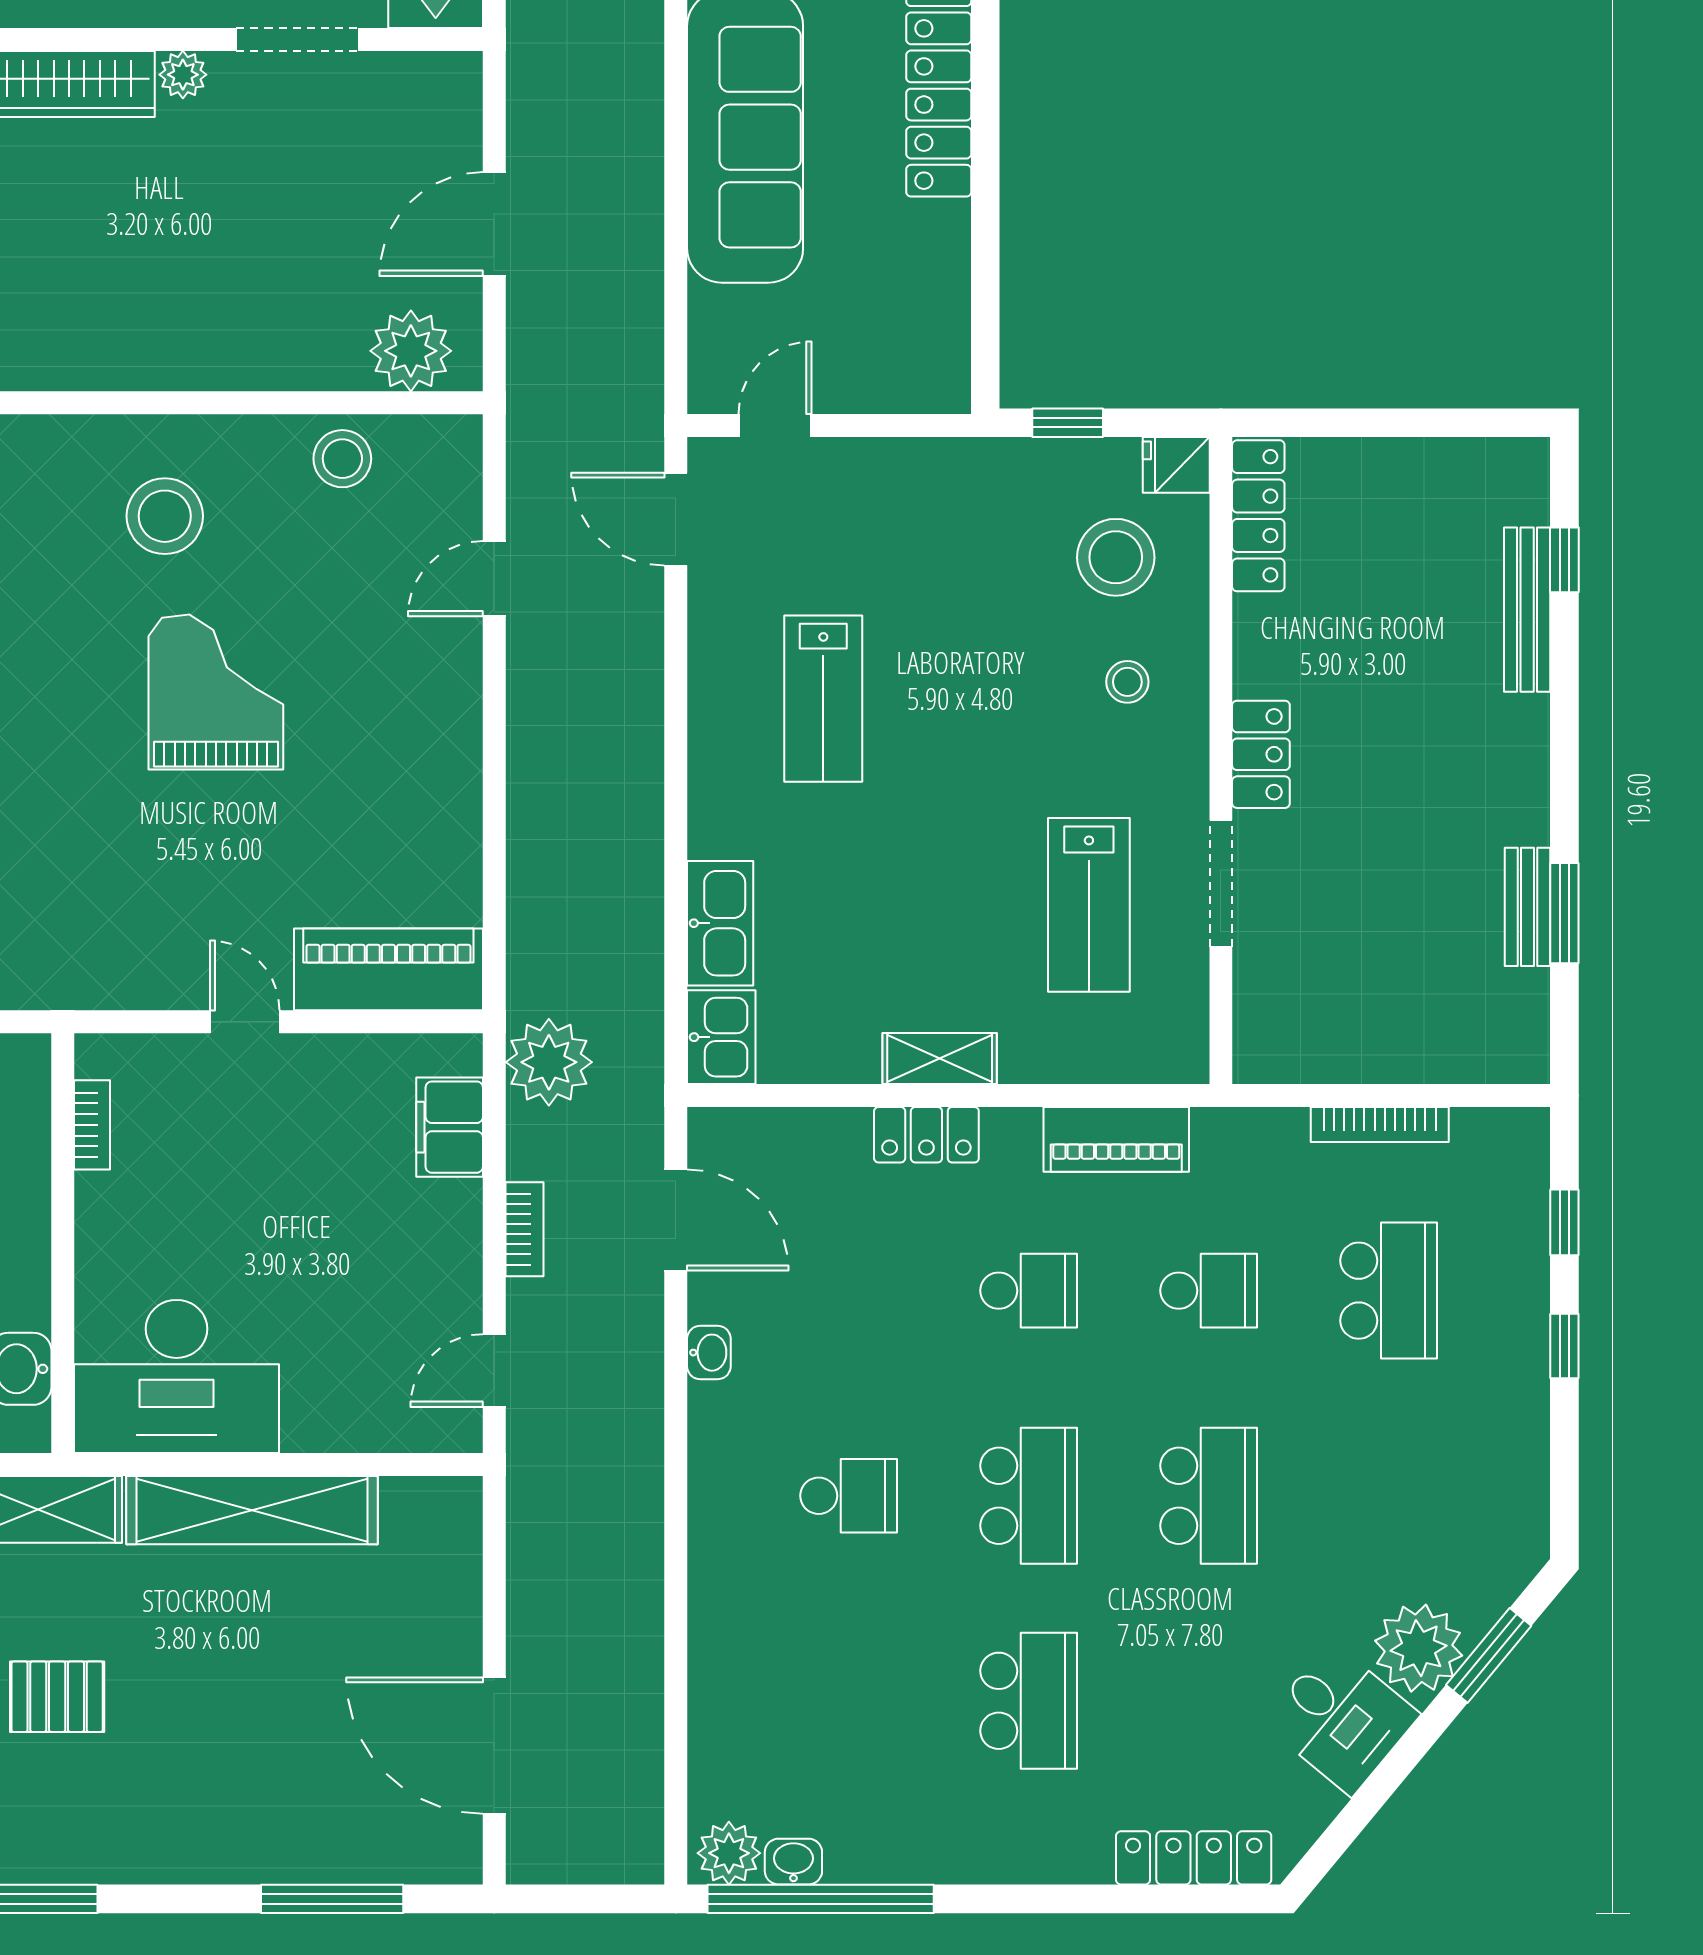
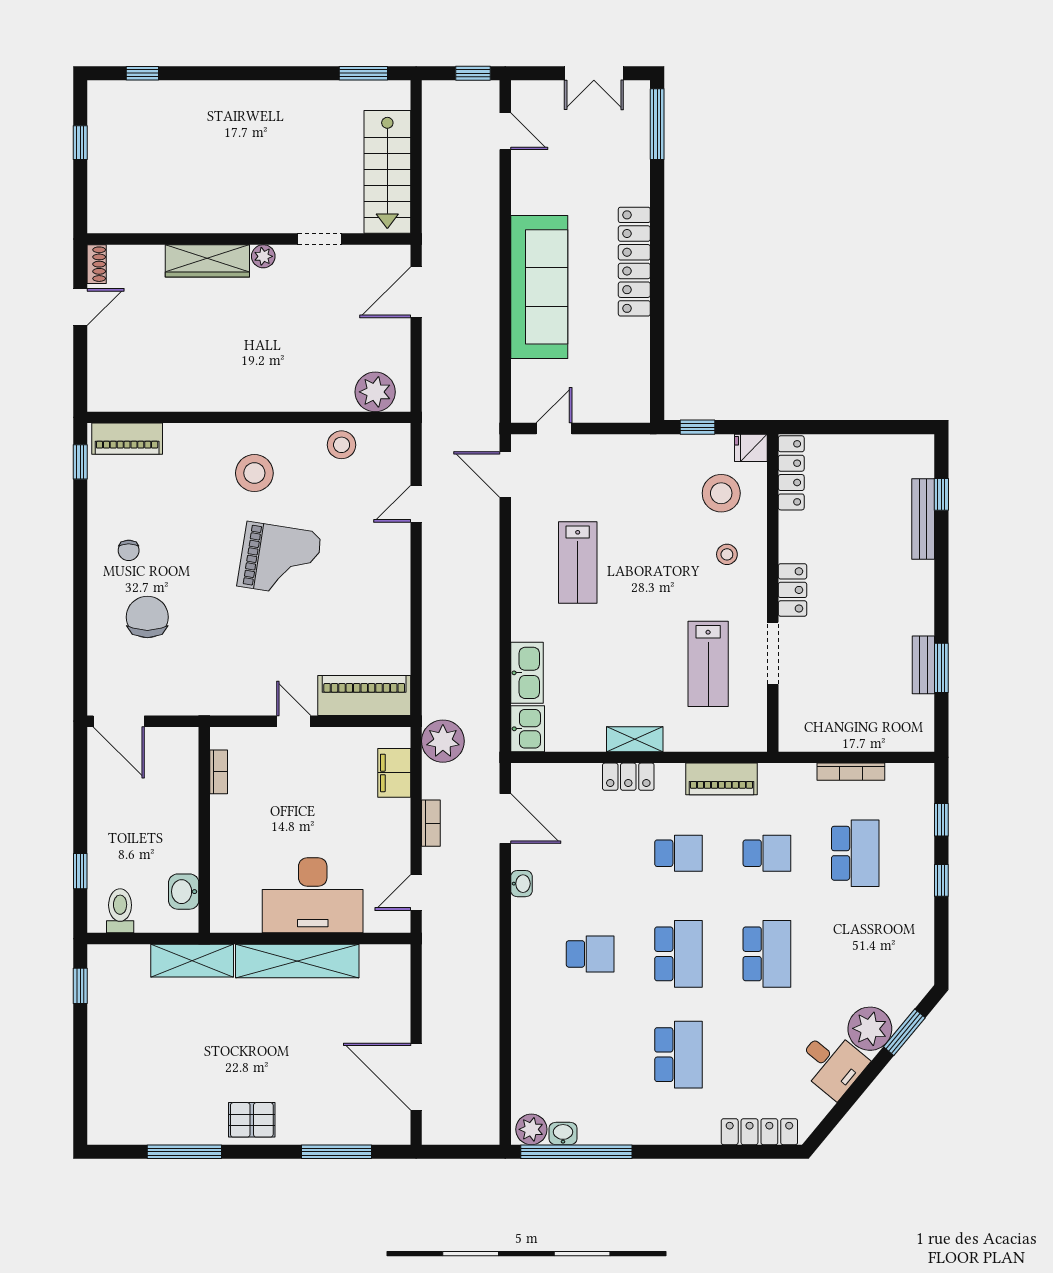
doorway: (298, 39) -> (320, 239), width x0.73
door: (494, 224) -> (416, 292), moved
grand piano: (216, 692) -> (279, 559), turned 99
desk: (176, 1376) -> (313, 895), moved
pallet: (57, 1697) -> (252, 1120), moved

